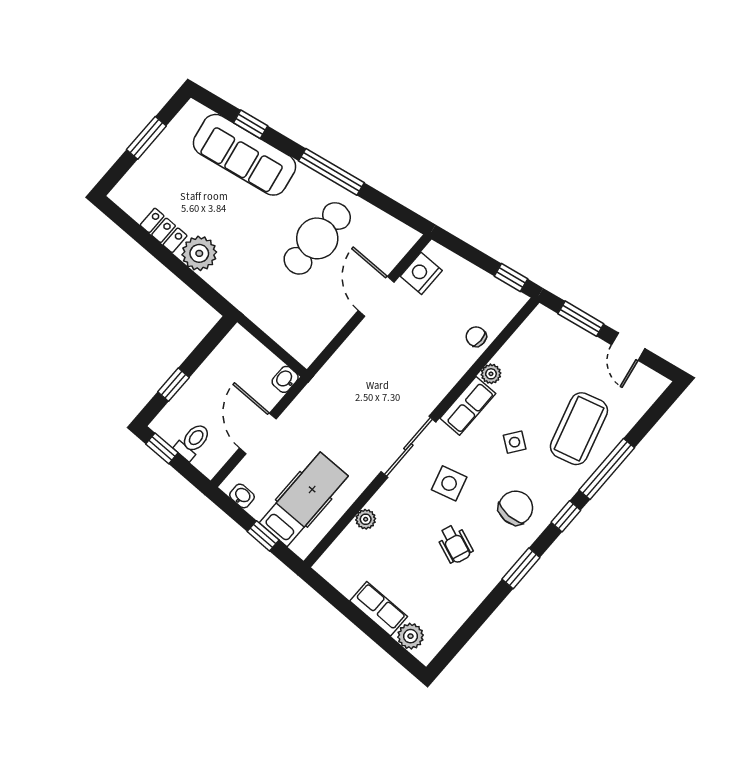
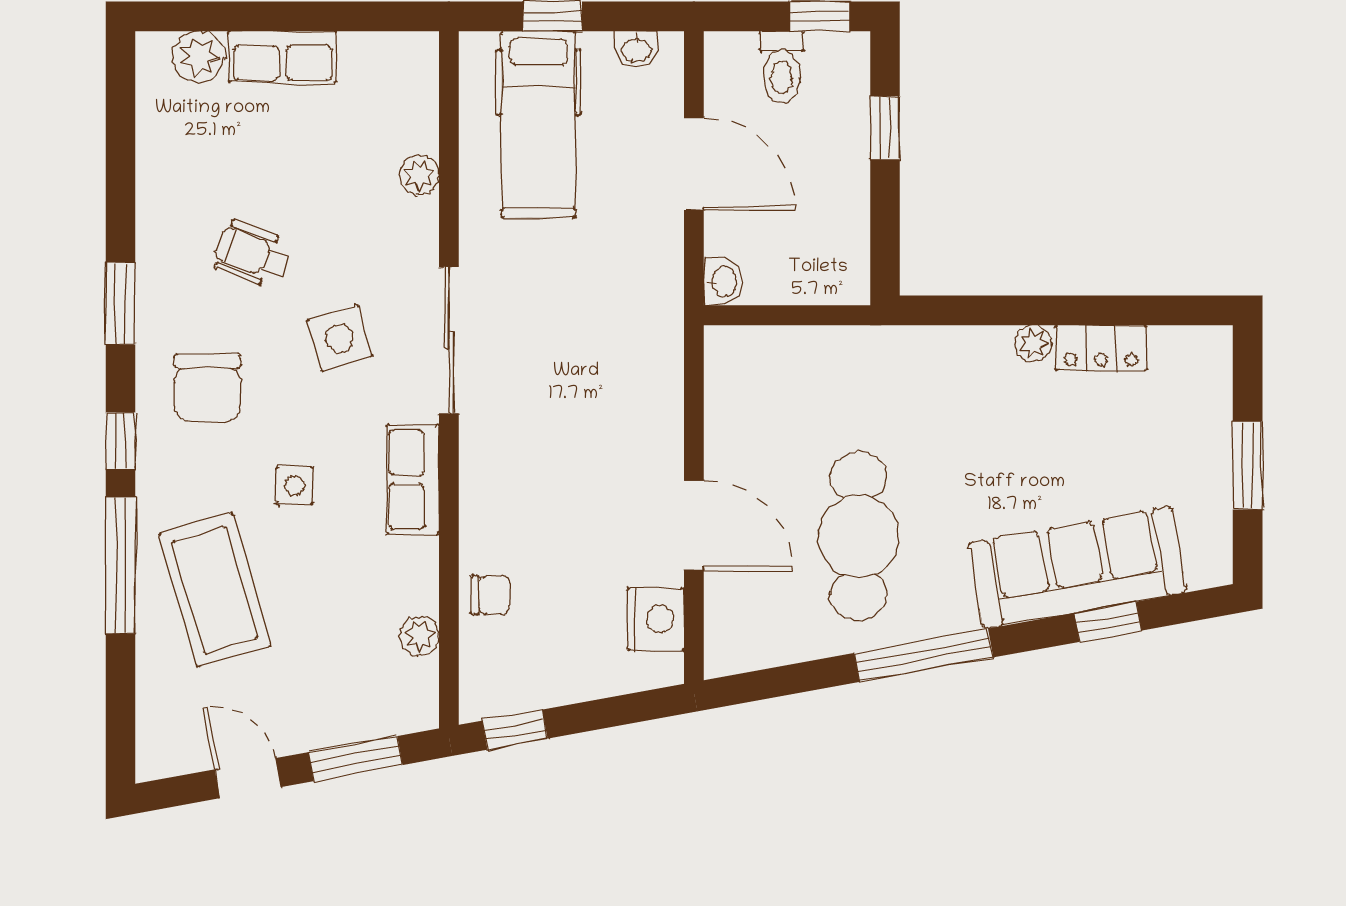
plant: (199, 253) -> (1033, 344), width x0.53, depth x0.53
plant: (491, 374) -> (419, 636), moved
side table: (515, 442) -> (295, 486), turned -36

